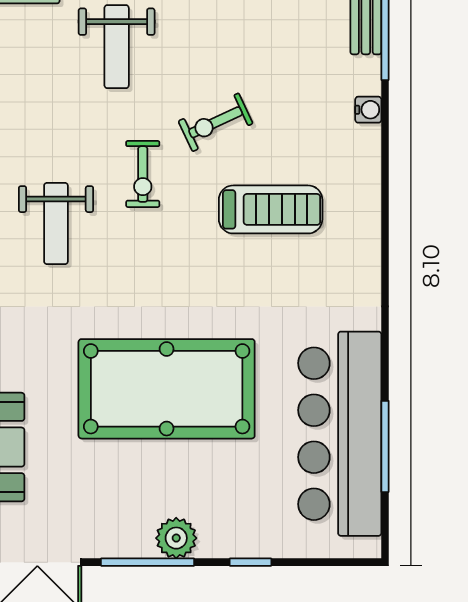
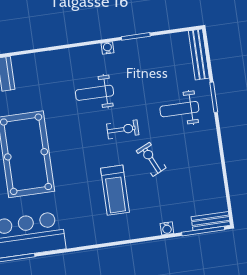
exercise bike: (143, 174) -> (123, 129), turned 180

